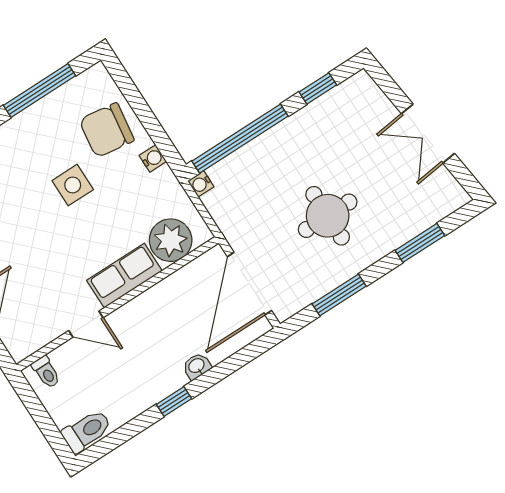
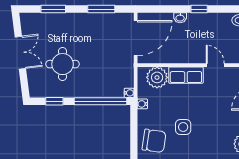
water cooler: (153, 158) -> (142, 104), moved
round table: (328, 216) -> (63, 64), moved

